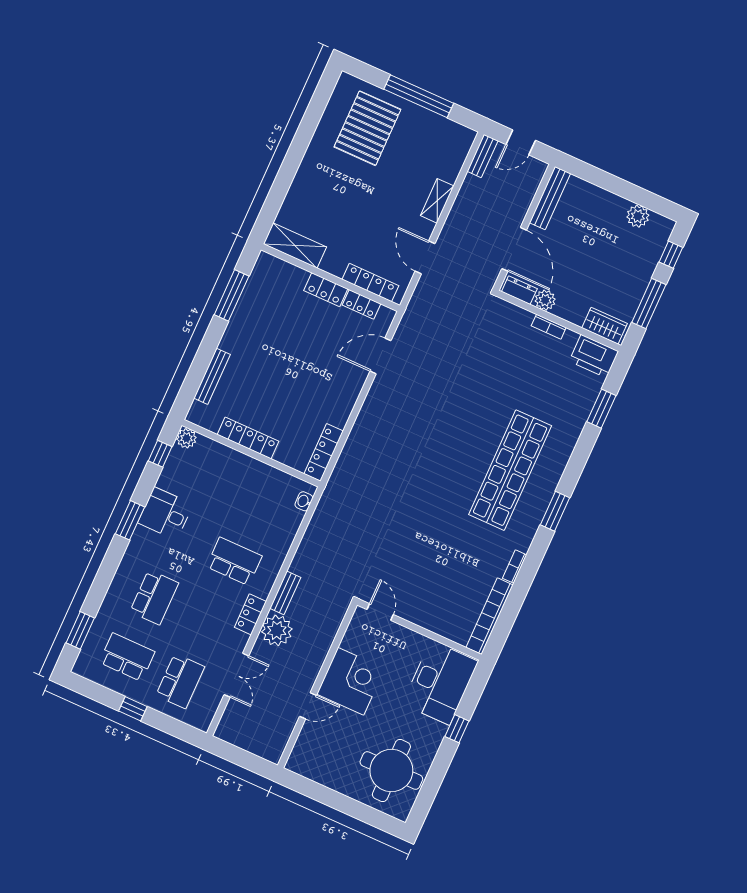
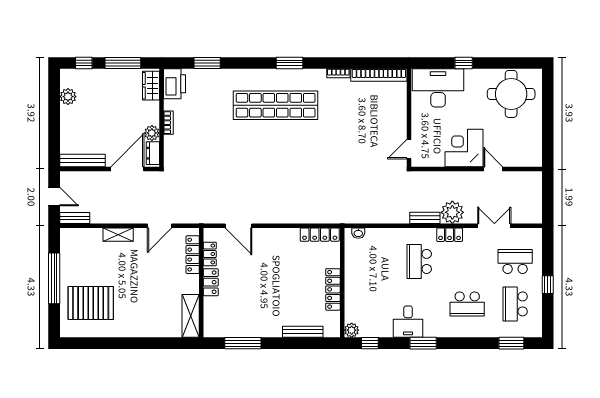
school desk: (154, 597) -> (467, 304), turned 180

